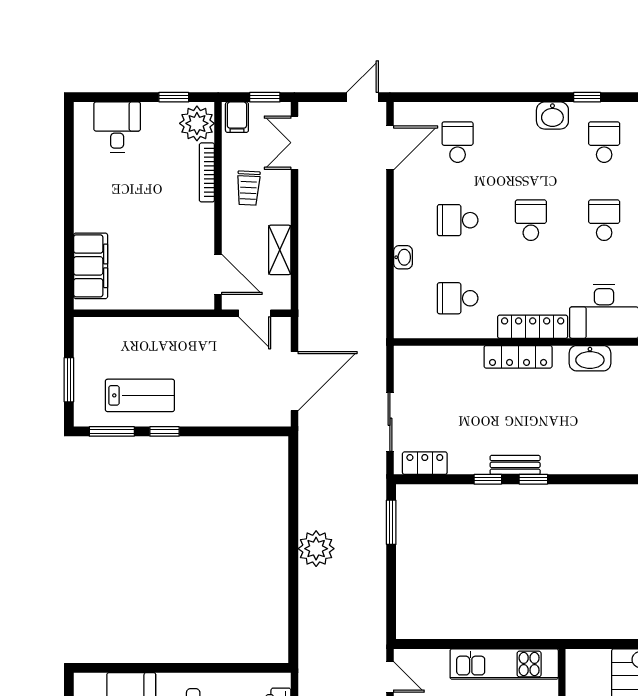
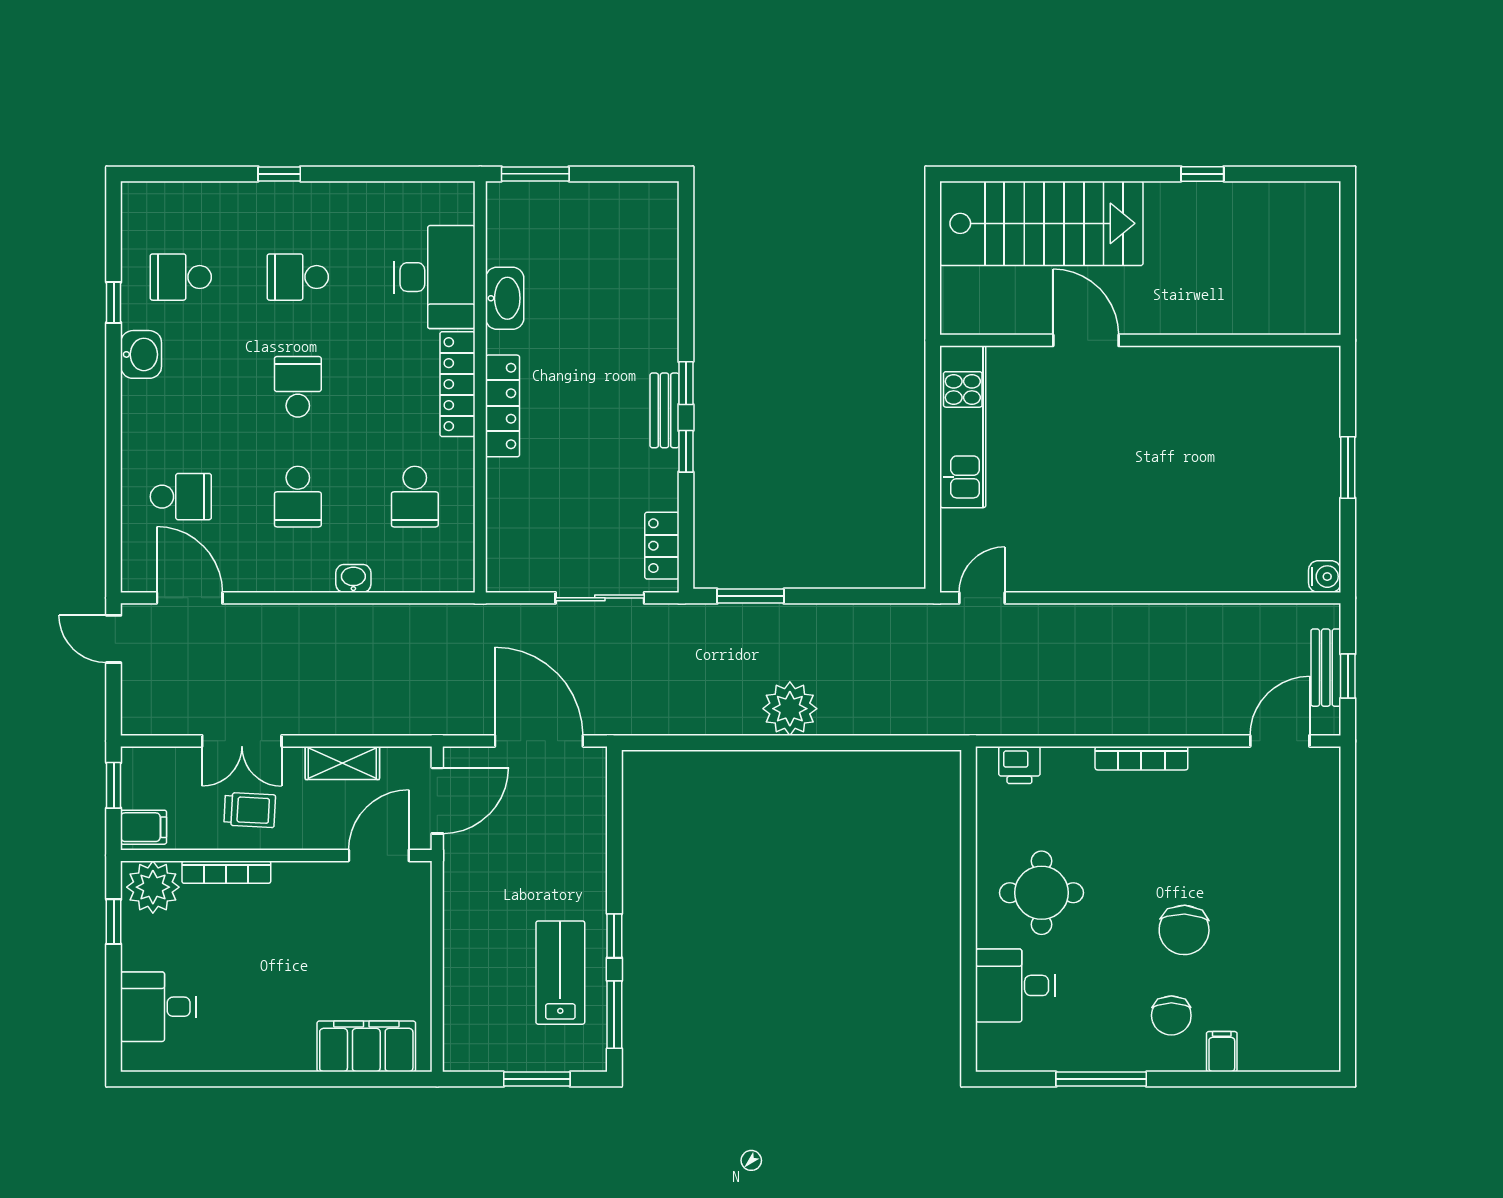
school desk: (458, 142) -> (181, 497), turned 180
double door: (294, 143) -> (242, 741), moved
school desk: (531, 220) -> (298, 387), turned 90
door: (255, 313) -> (437, 801), width x1.38

